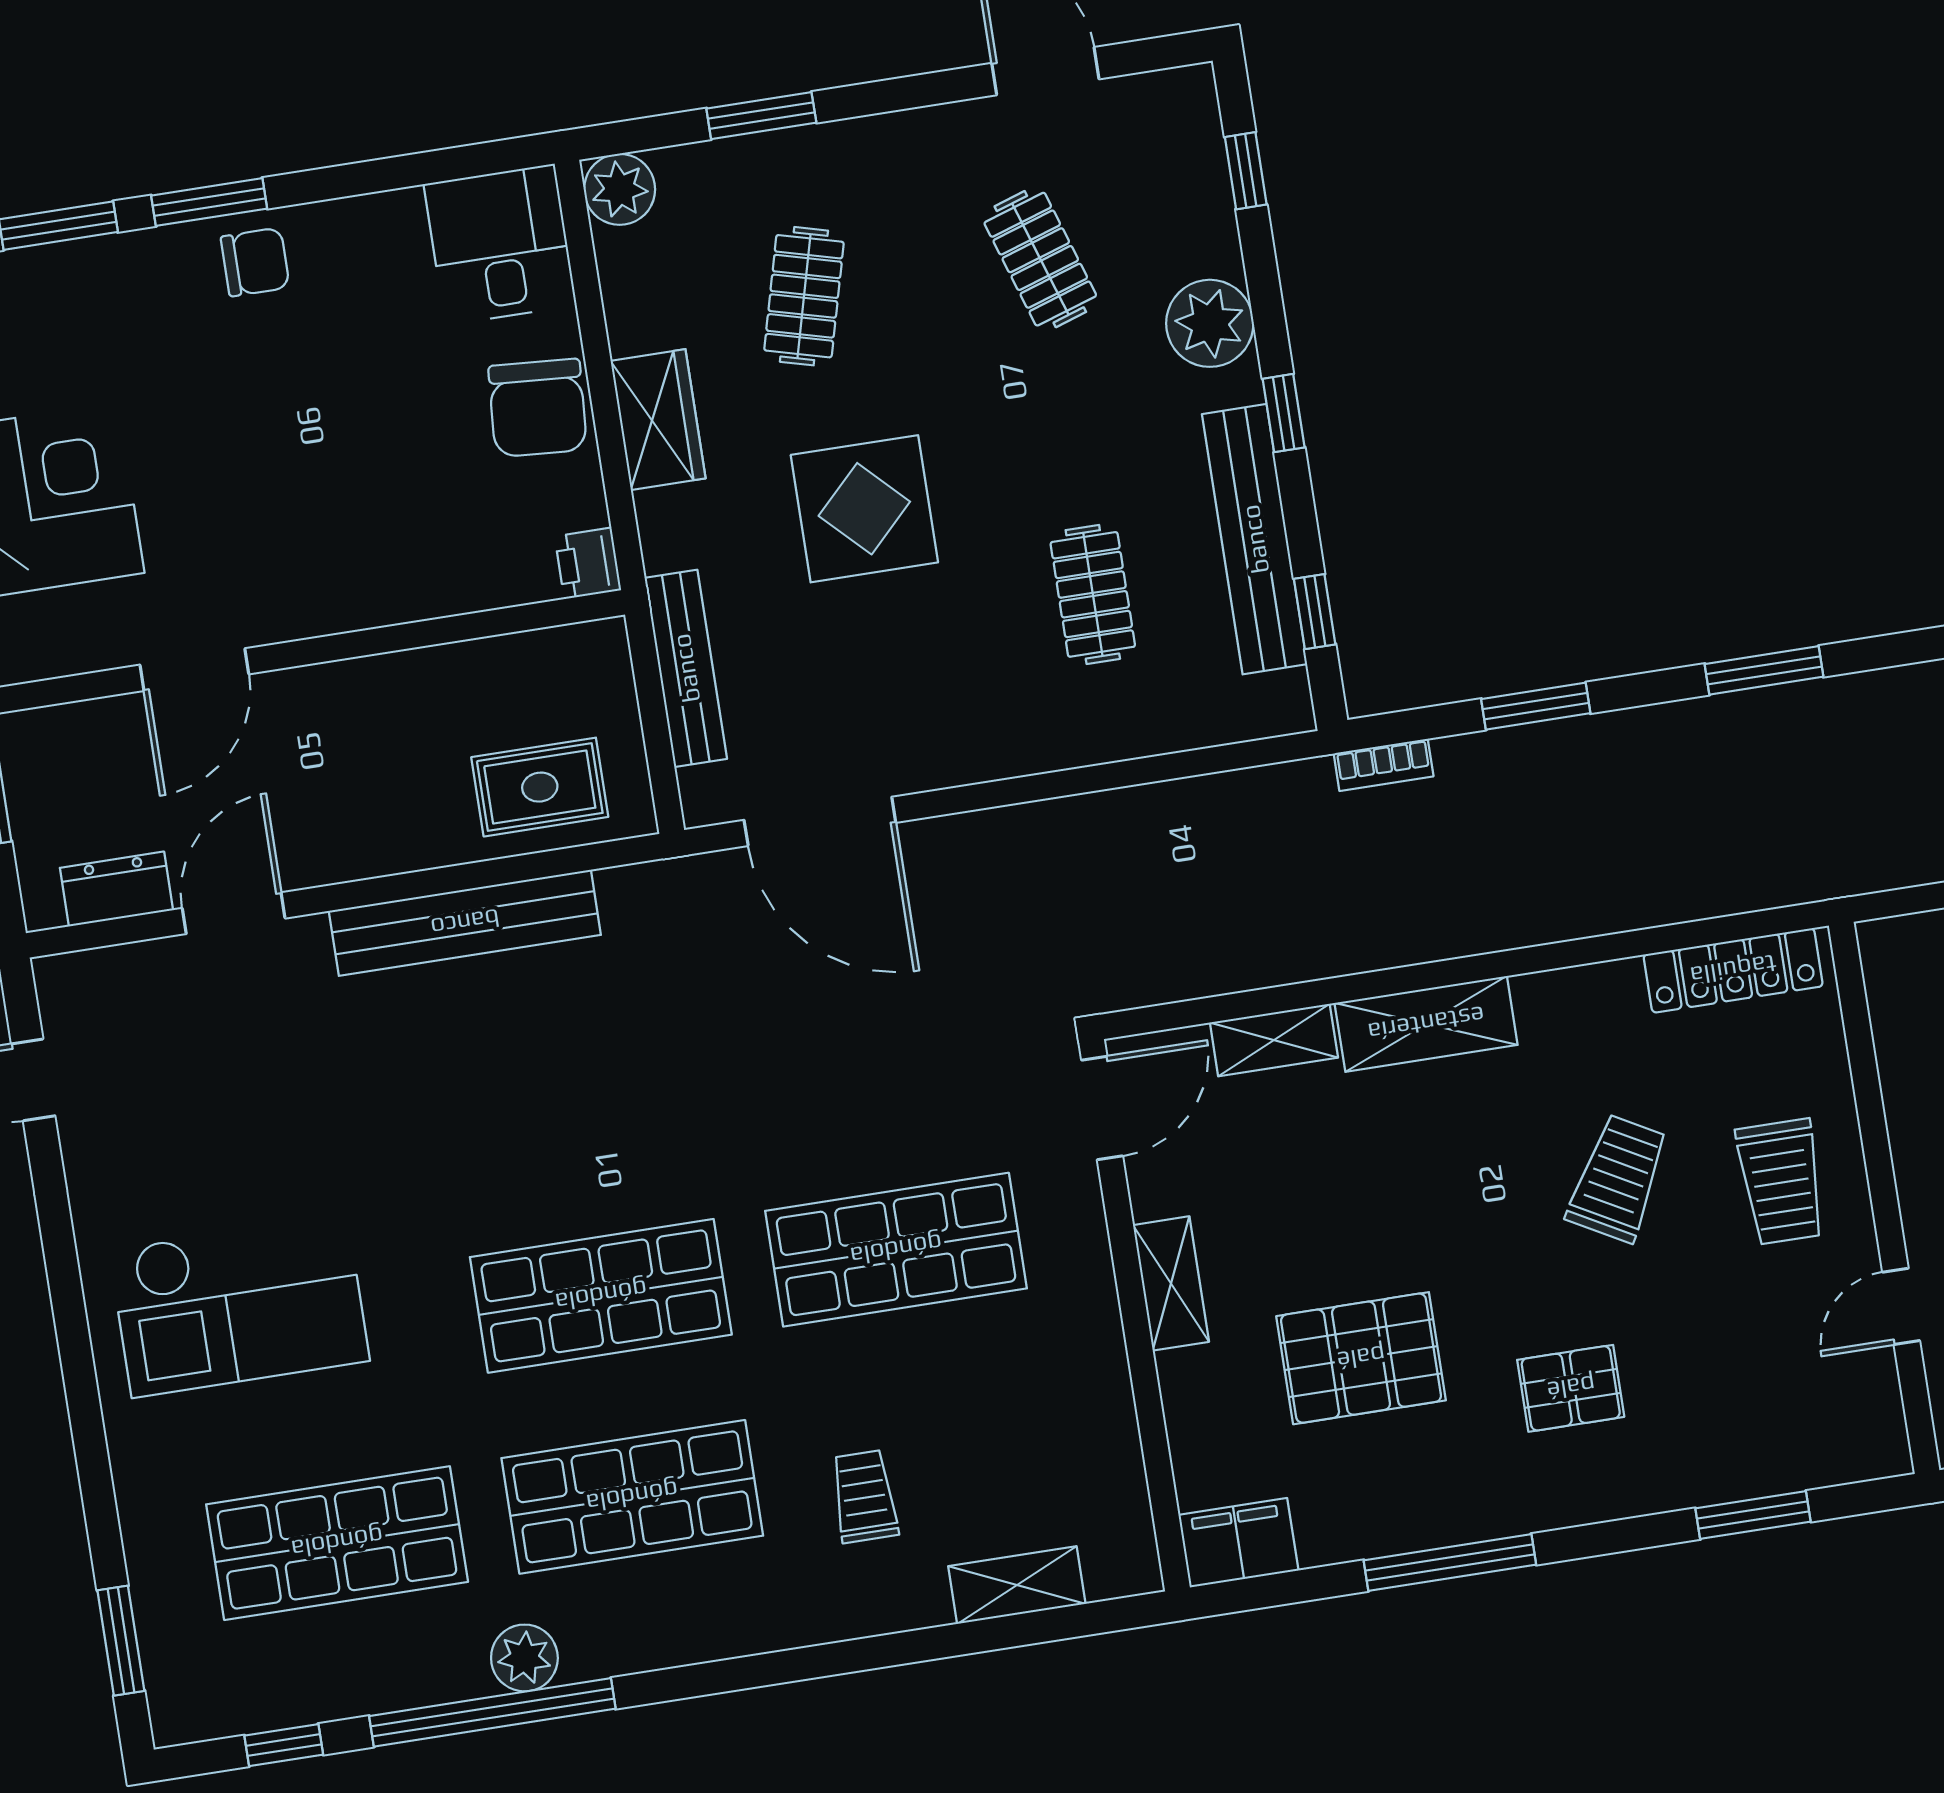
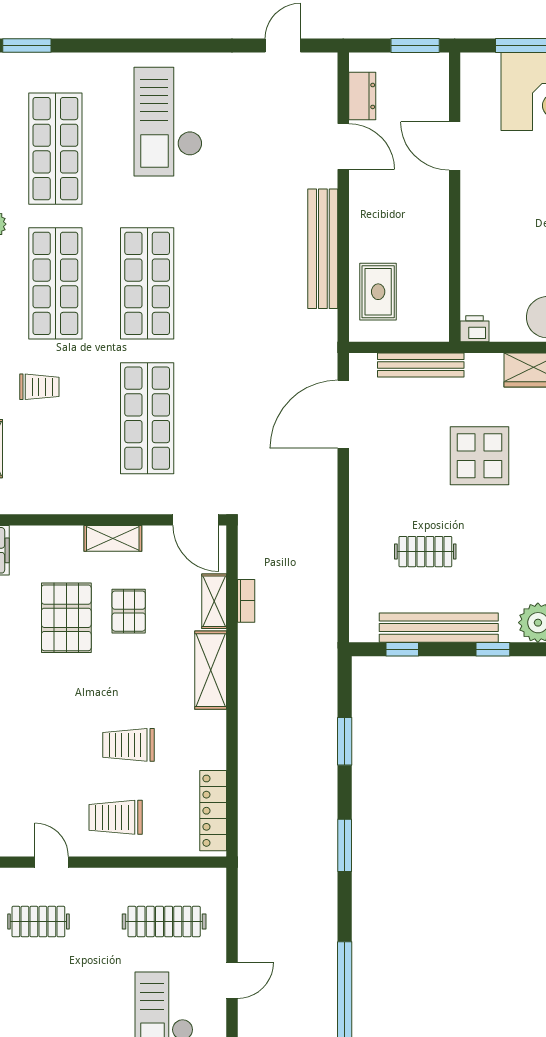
bookcase: (1384, 765) -> (246, 601), moved, turned 180
trolley: (1618, 1178) -> (129, 745), turned 151
pallet: (1571, 1388) -> (129, 611), moved

